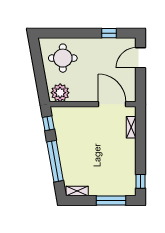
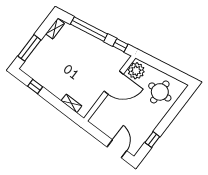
door: (112, 104) -> (114, 83), moved
window: (141, 181) -> (35, 87), moved

